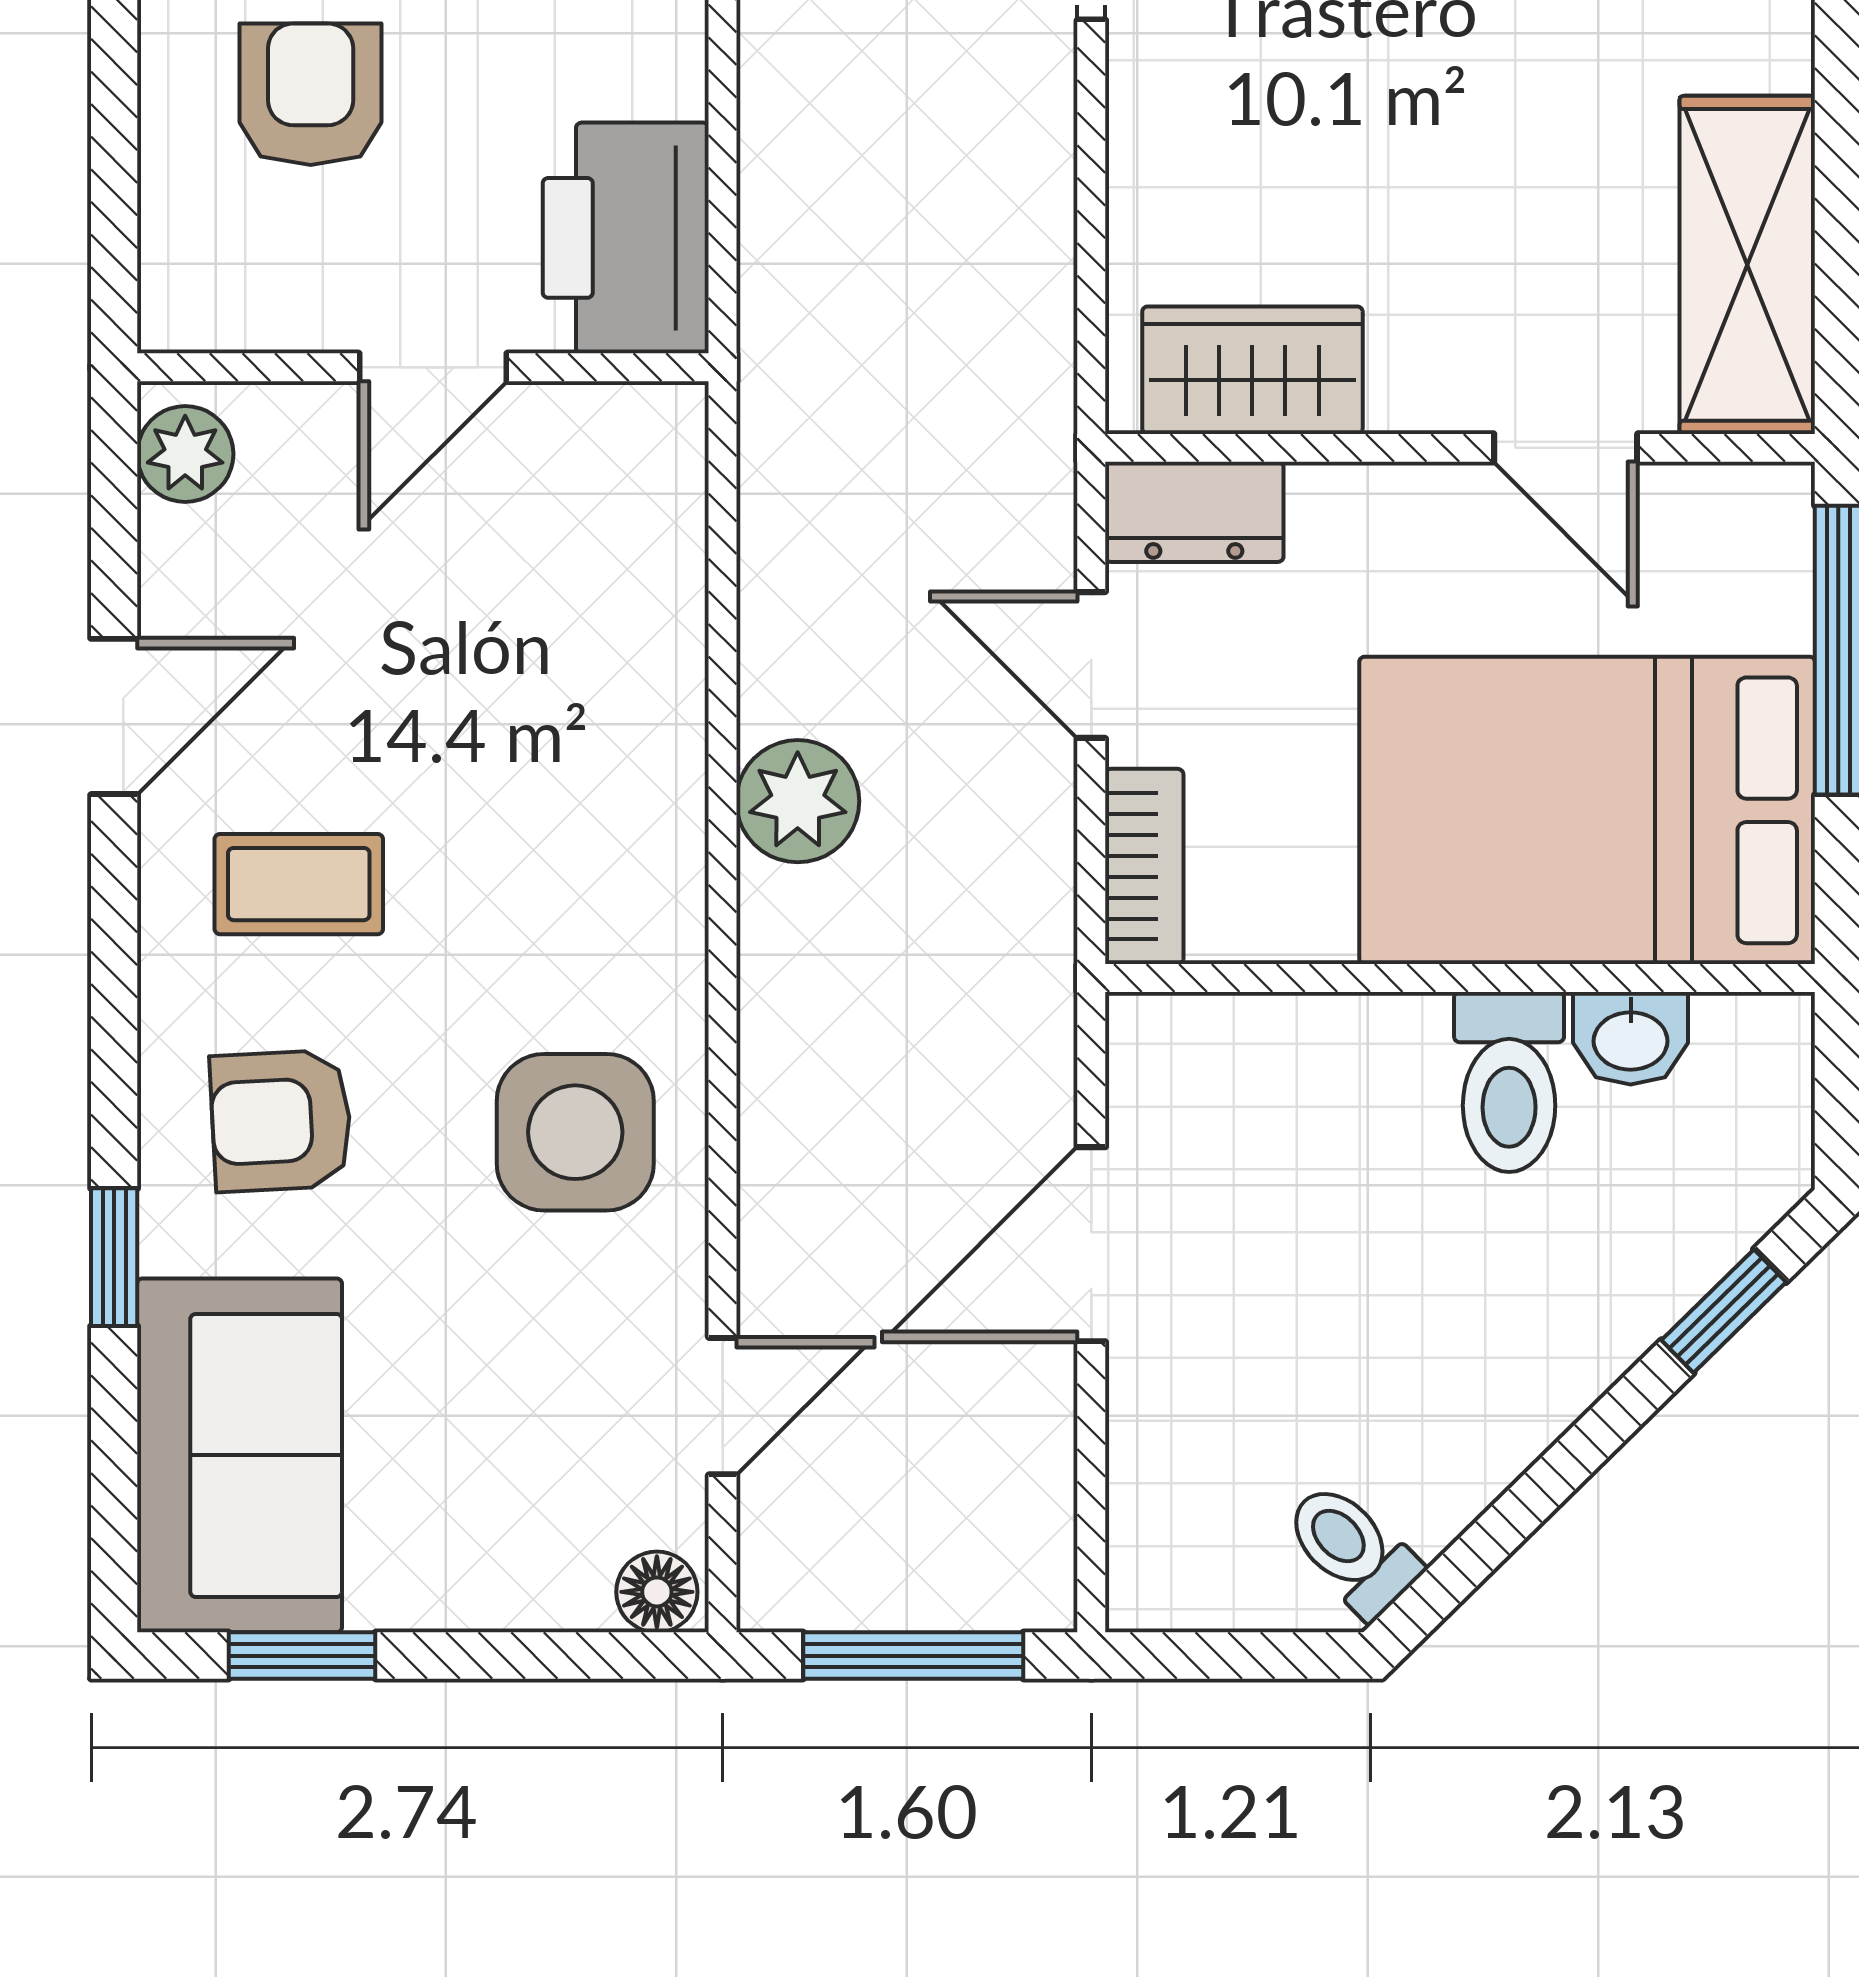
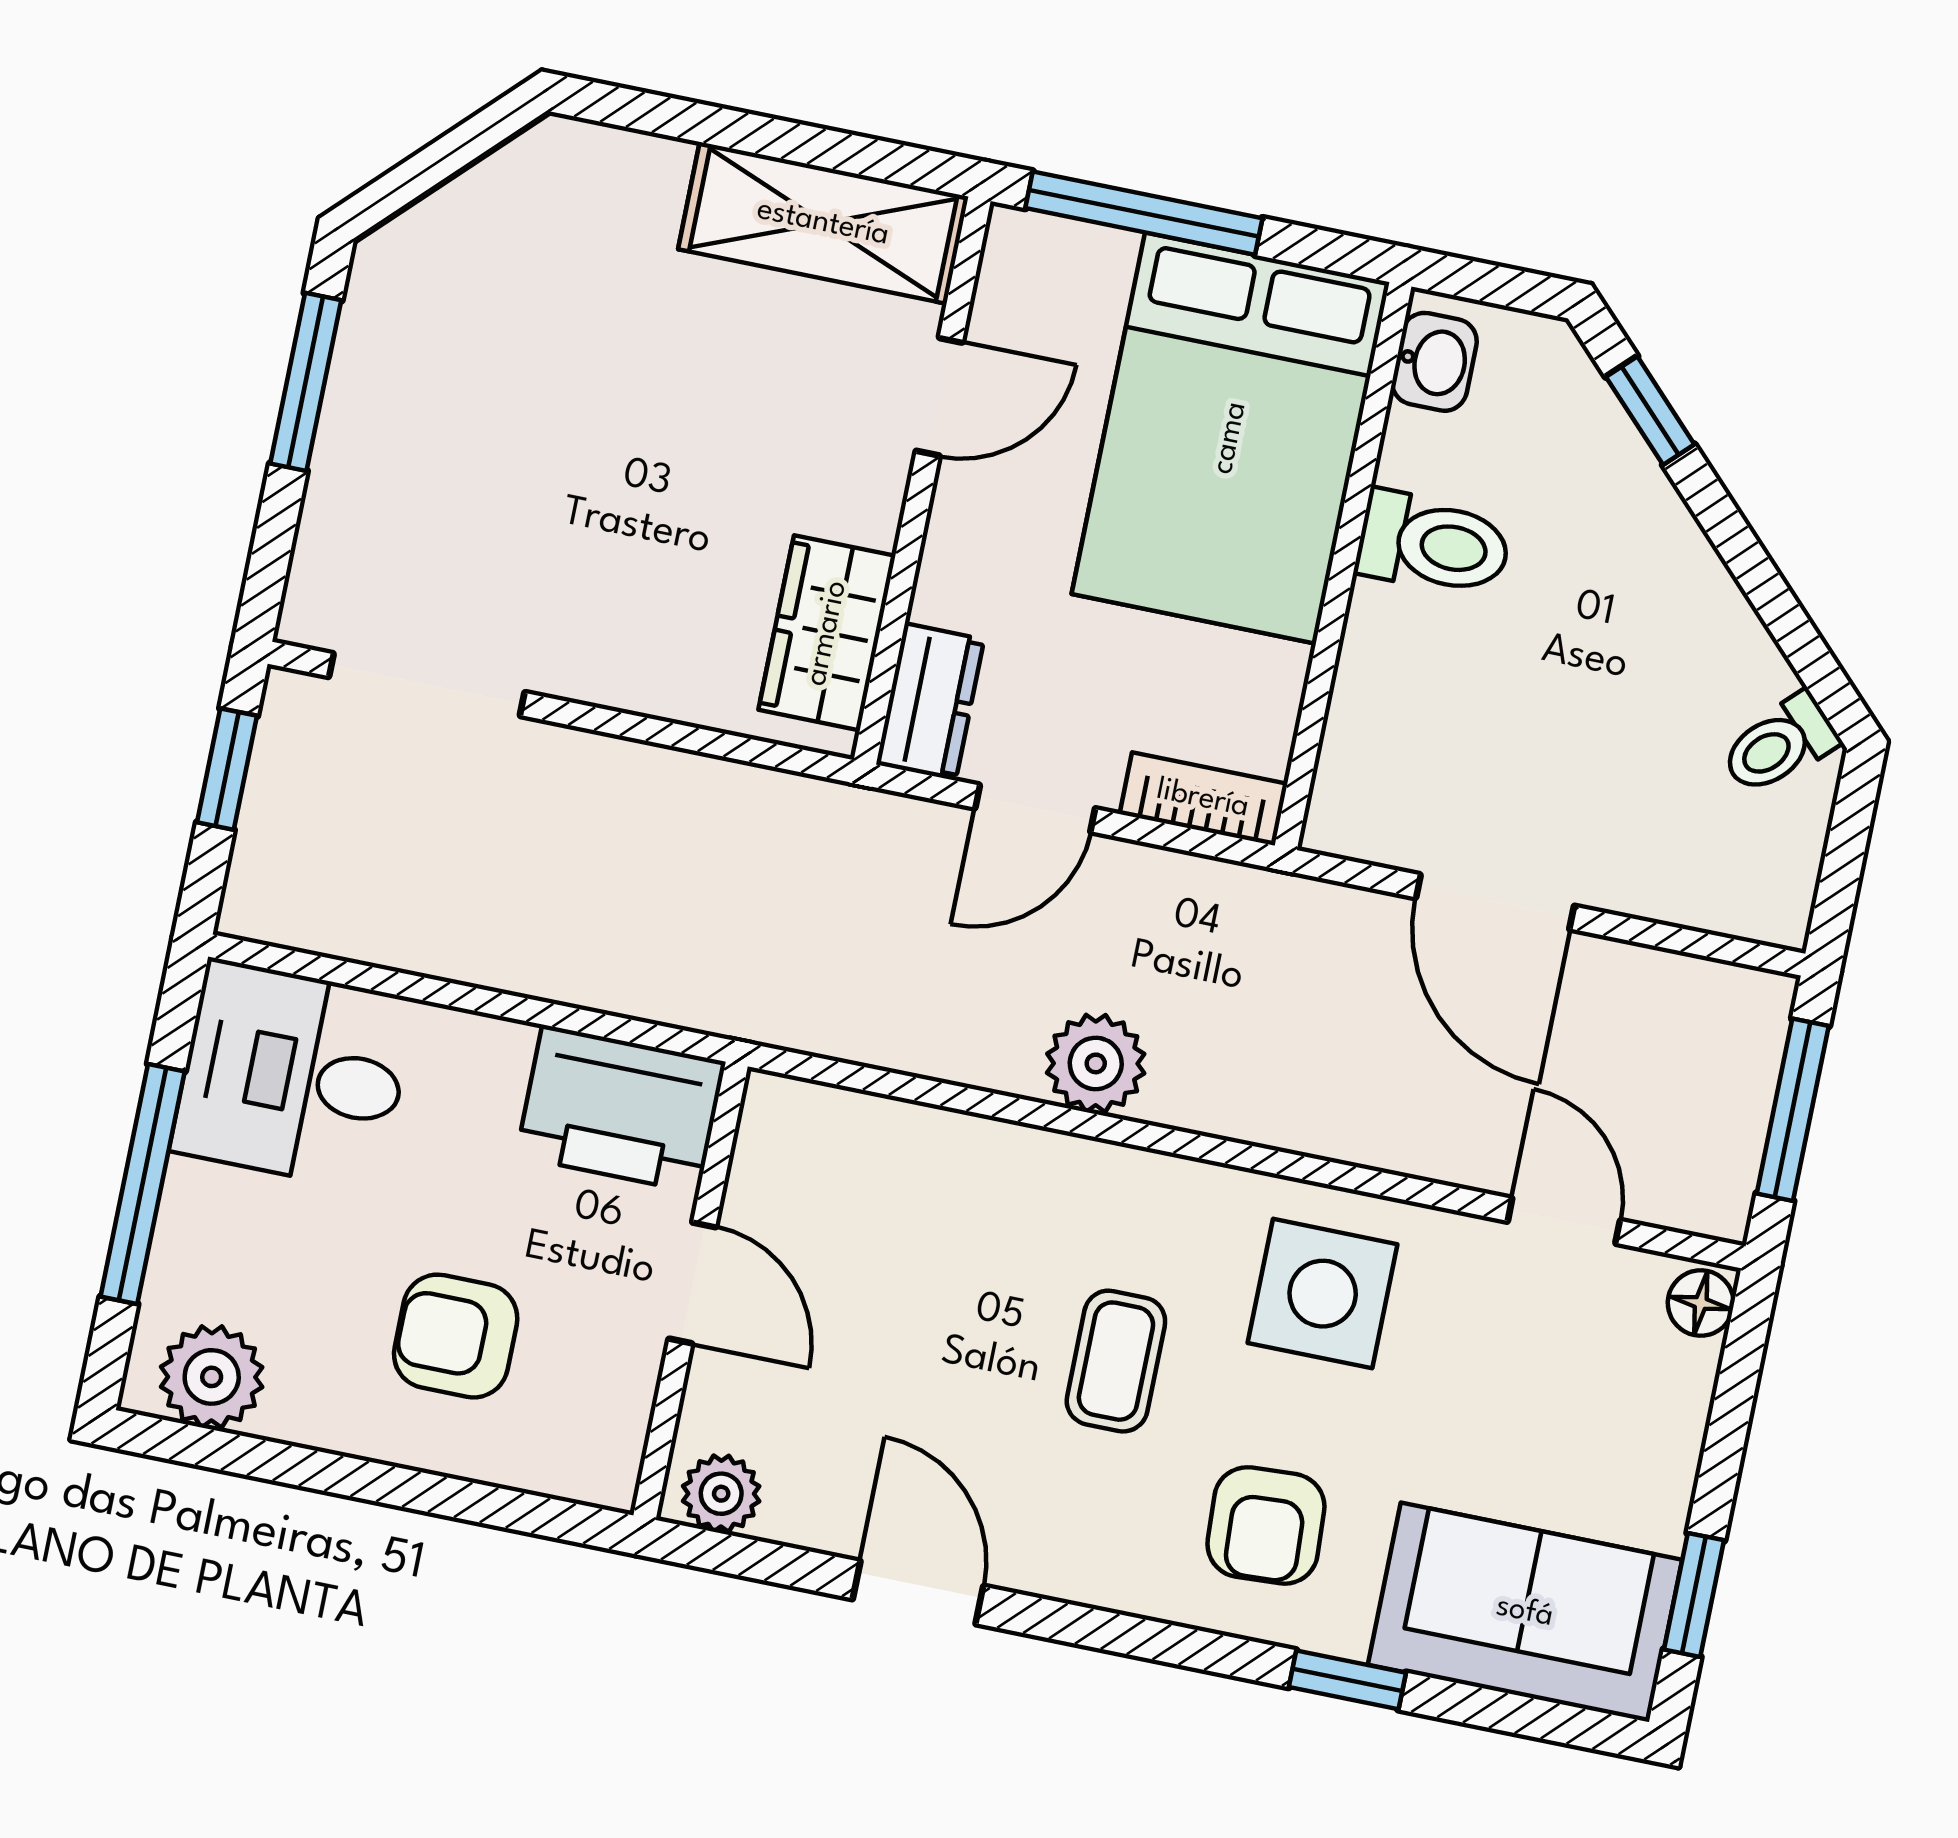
coffee table: (299, 884) -> (1116, 1361), moved
washbasin: (1631, 1038) -> (1434, 362), moved

